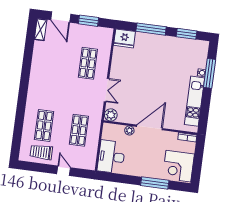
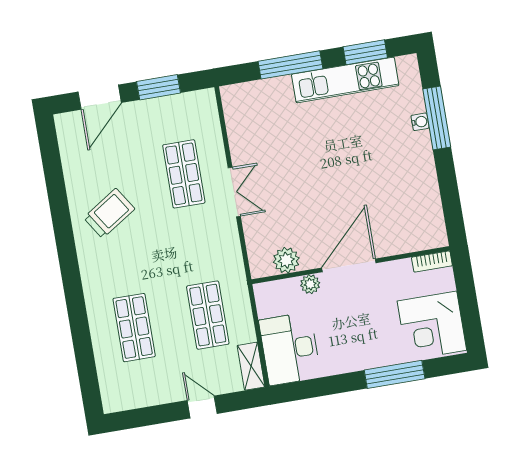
door: (61, 17) -> (100, 97), hinge flipped
shelving: (41, 30) -> (251, 366), moved
fridge: (125, 38) -> (243, 100), removed
double door: (107, 90) -> (234, 192), moved
kitchen unit: (194, 101) -> (345, 80), moved, turned -90
plant: (111, 115) -> (286, 260), moved
trolley: (41, 152) -> (109, 213), moved, turned 147

